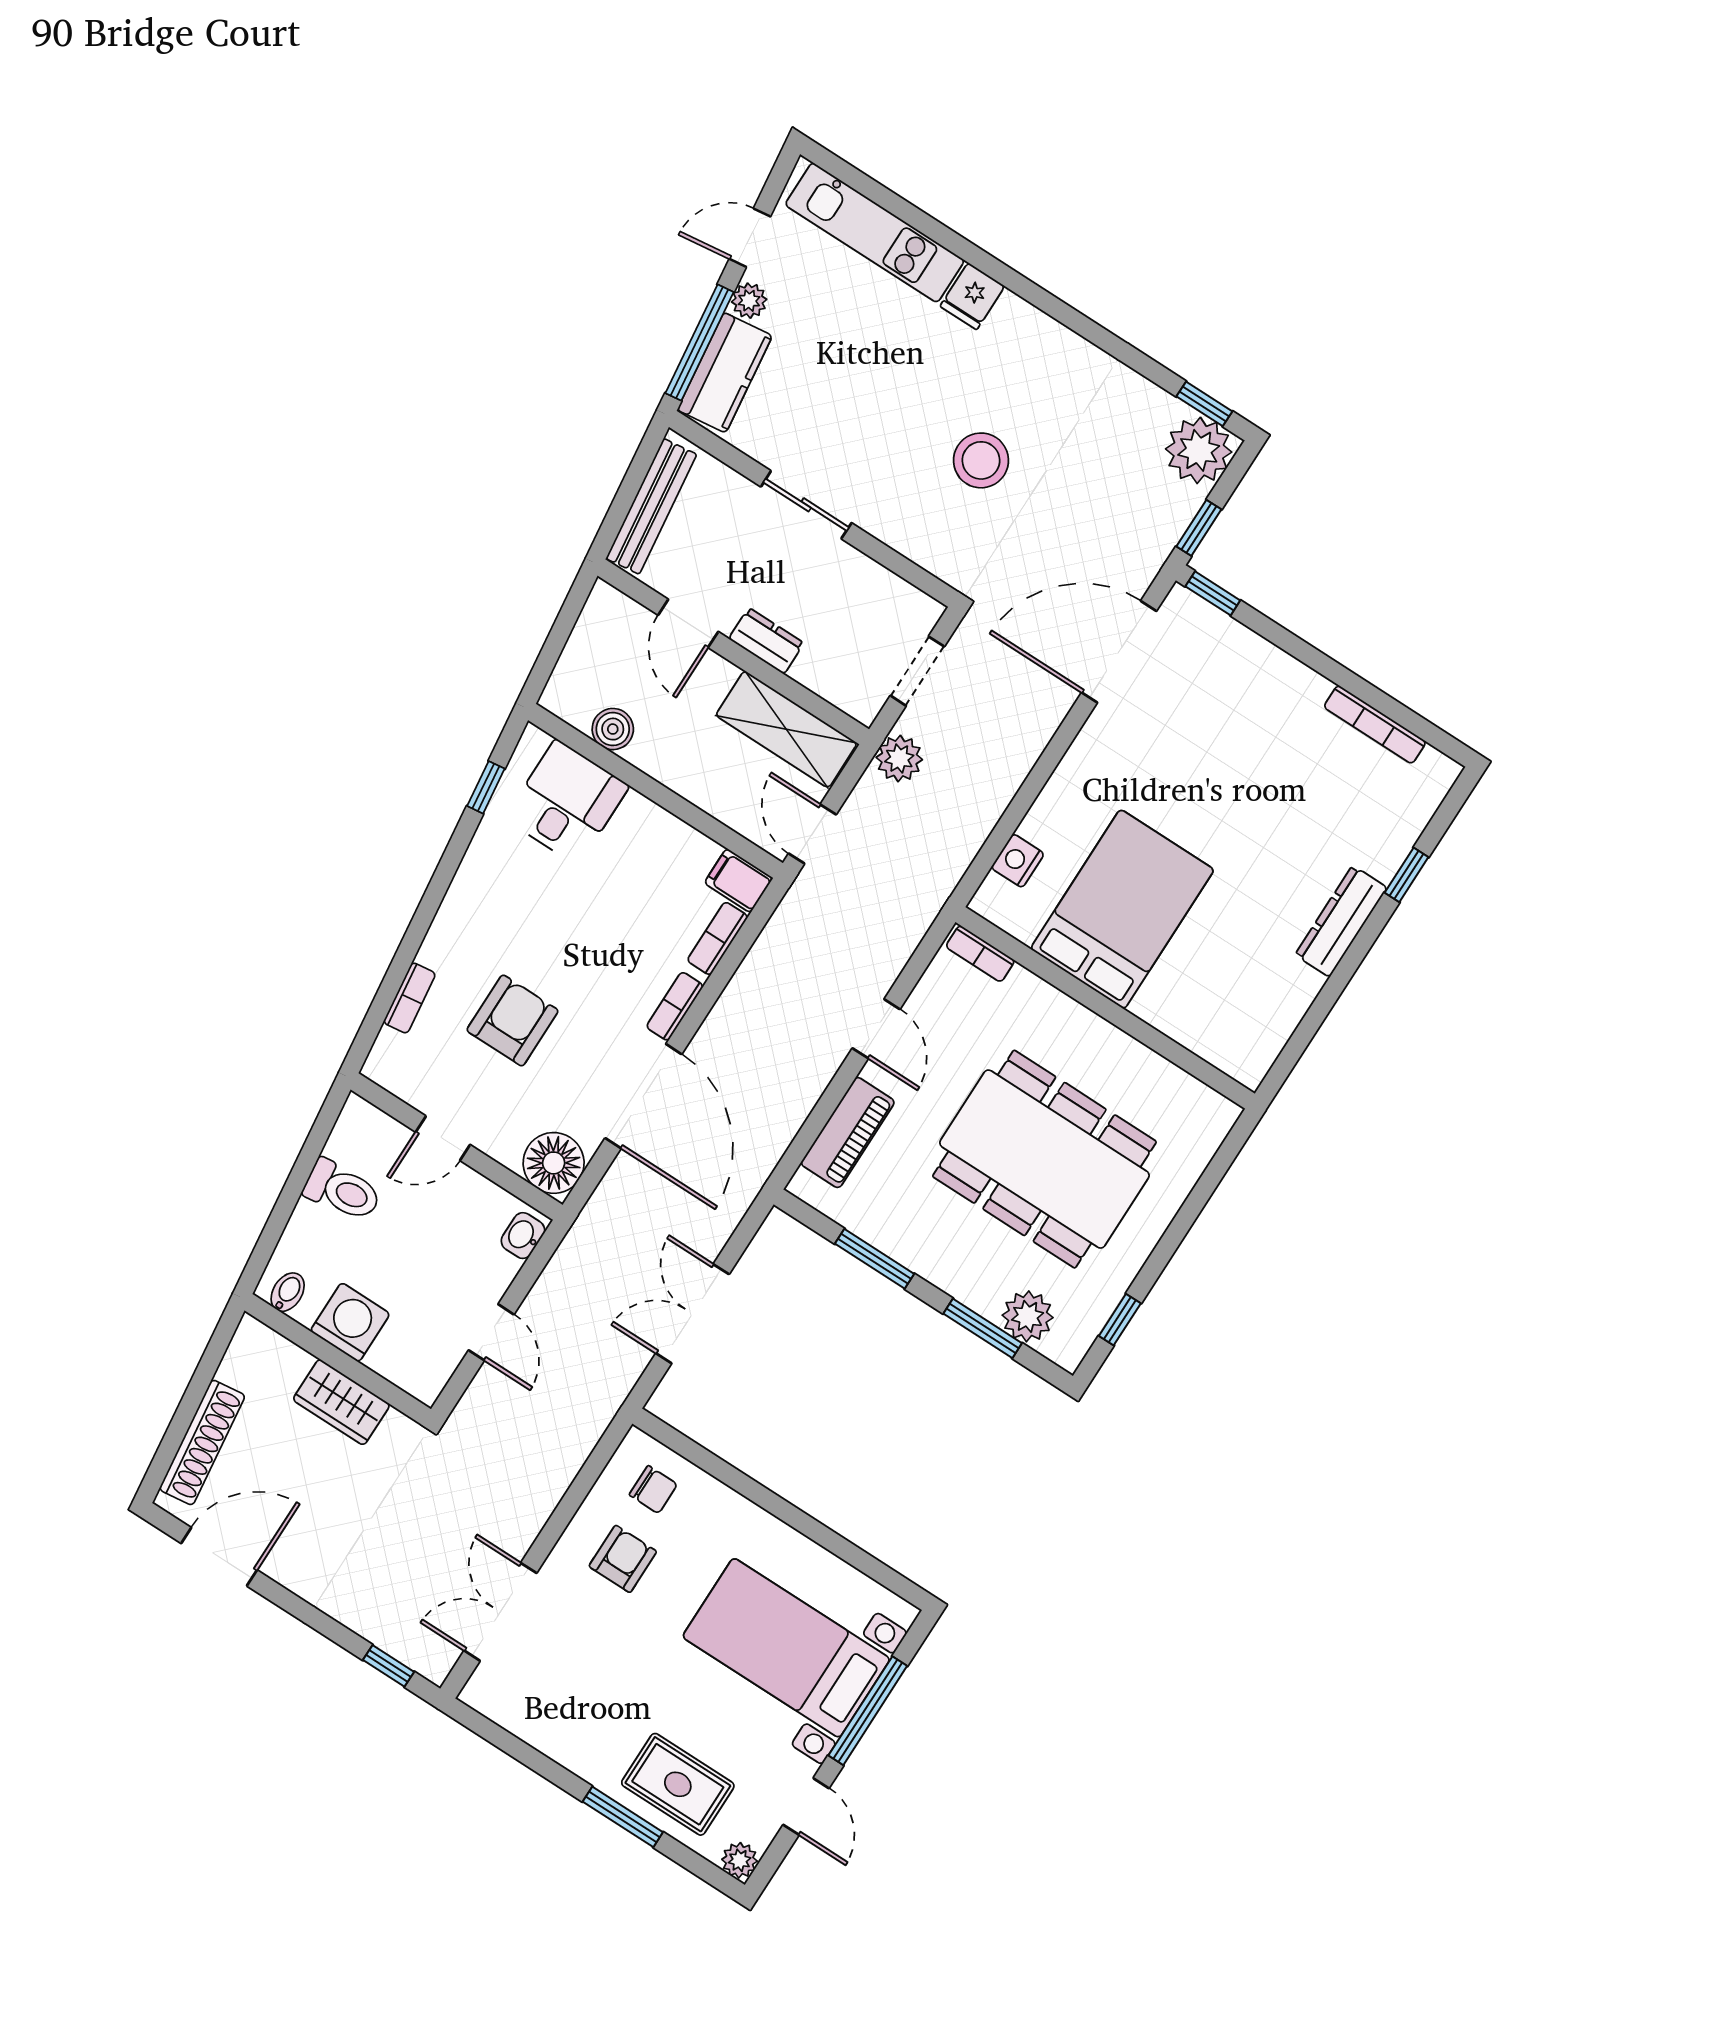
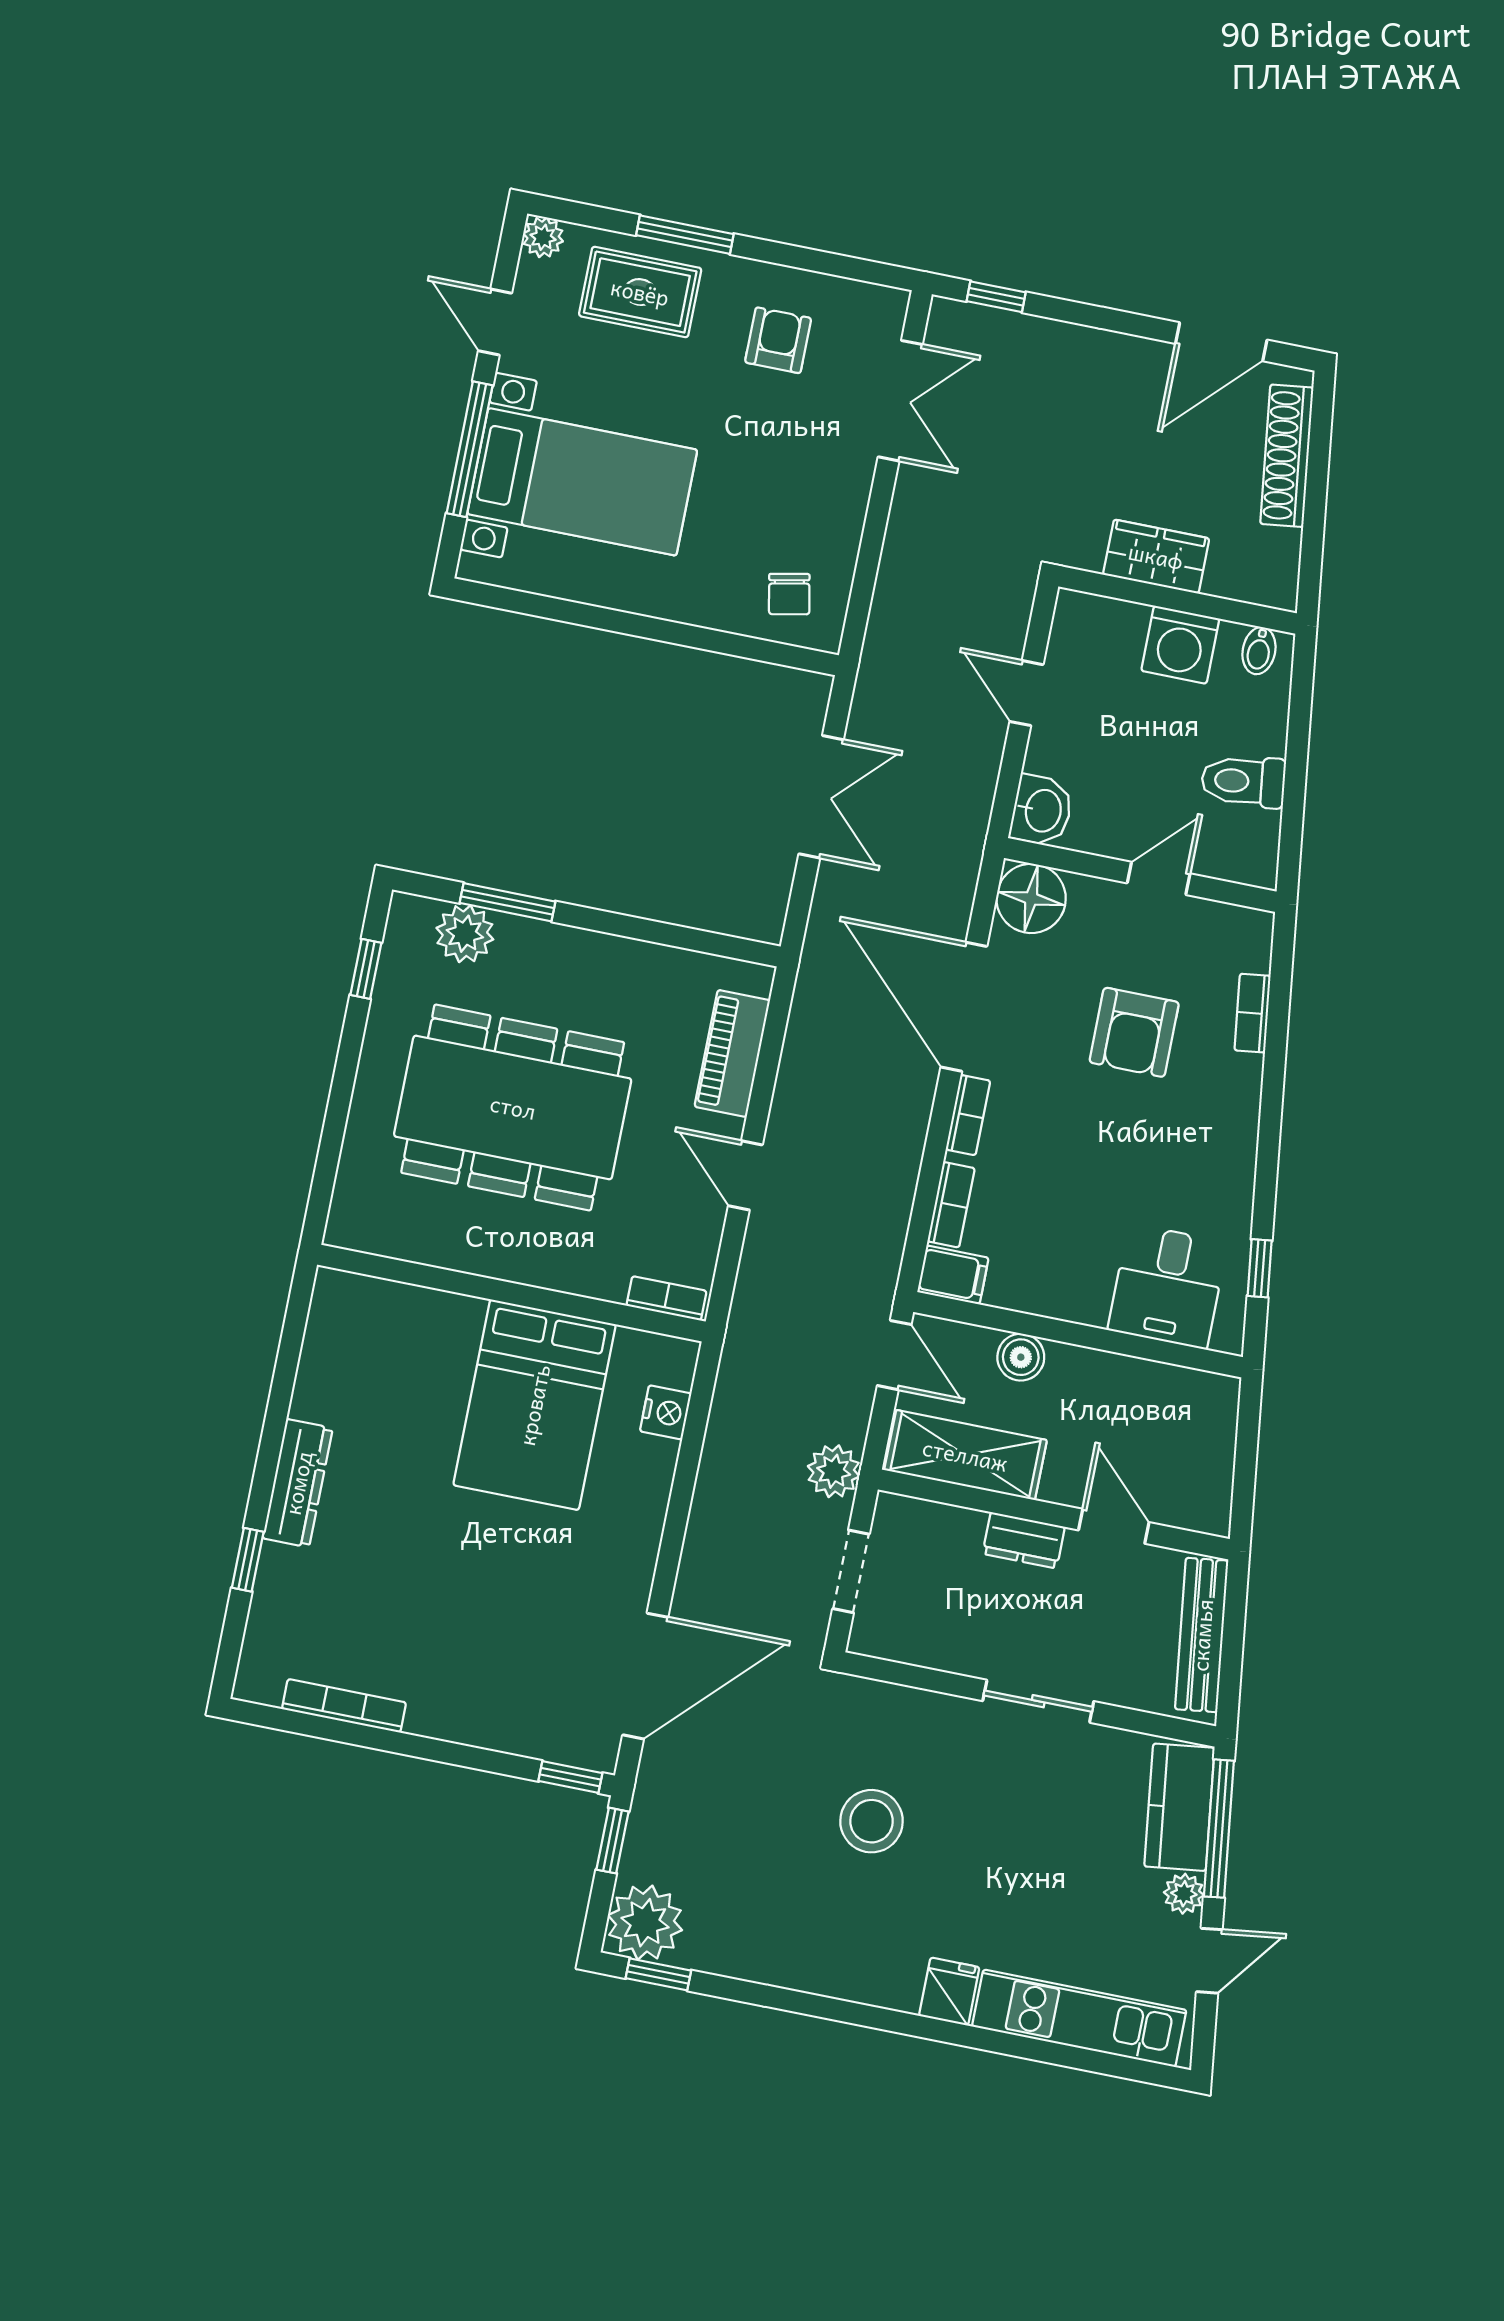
boiler: (613, 729) -> (1021, 1357), moved
washbasin: (523, 1236) -> (1042, 810), width x1.38, depth x1.45
window: (875, 1259) -> (651, 931), removed
chair: (653, 1490) -> (789, 594), turned -101
armchair: (623, 1559) -> (778, 340), moved, turned 180

